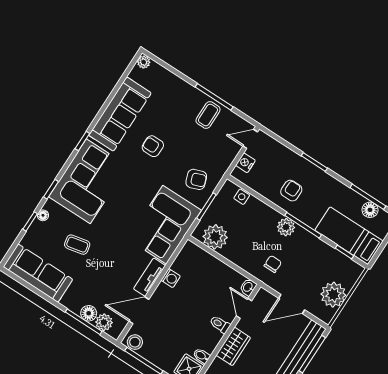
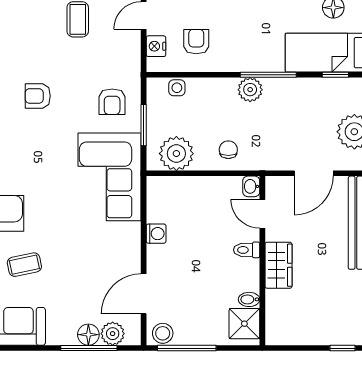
armchair: (196, 179) -> (112, 102), turned 110
armchair: (291, 191) -> (196, 42), moved
chair: (273, 264) -> (228, 150), moved
tv unit: (150, 277) -> (131, 248), removed

